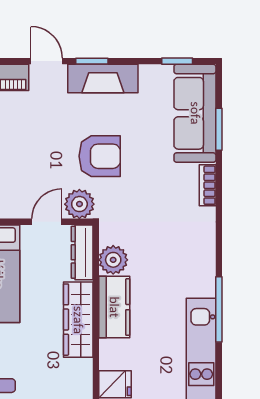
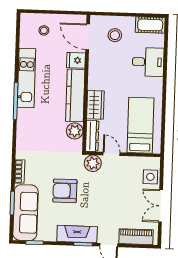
armchair: (100, 156) -> (65, 191), moved
door: (47, 222) -> (112, 154), swing flipped
kitchen counter: (114, 307) -> (75, 95), width x1.50
wardrobe: (78, 320) -> (95, 105), width x0.67

